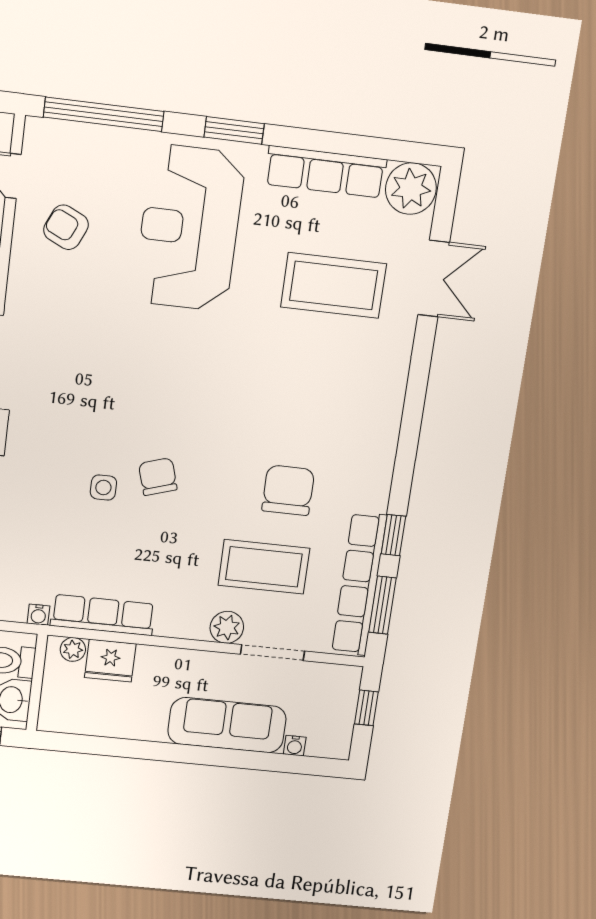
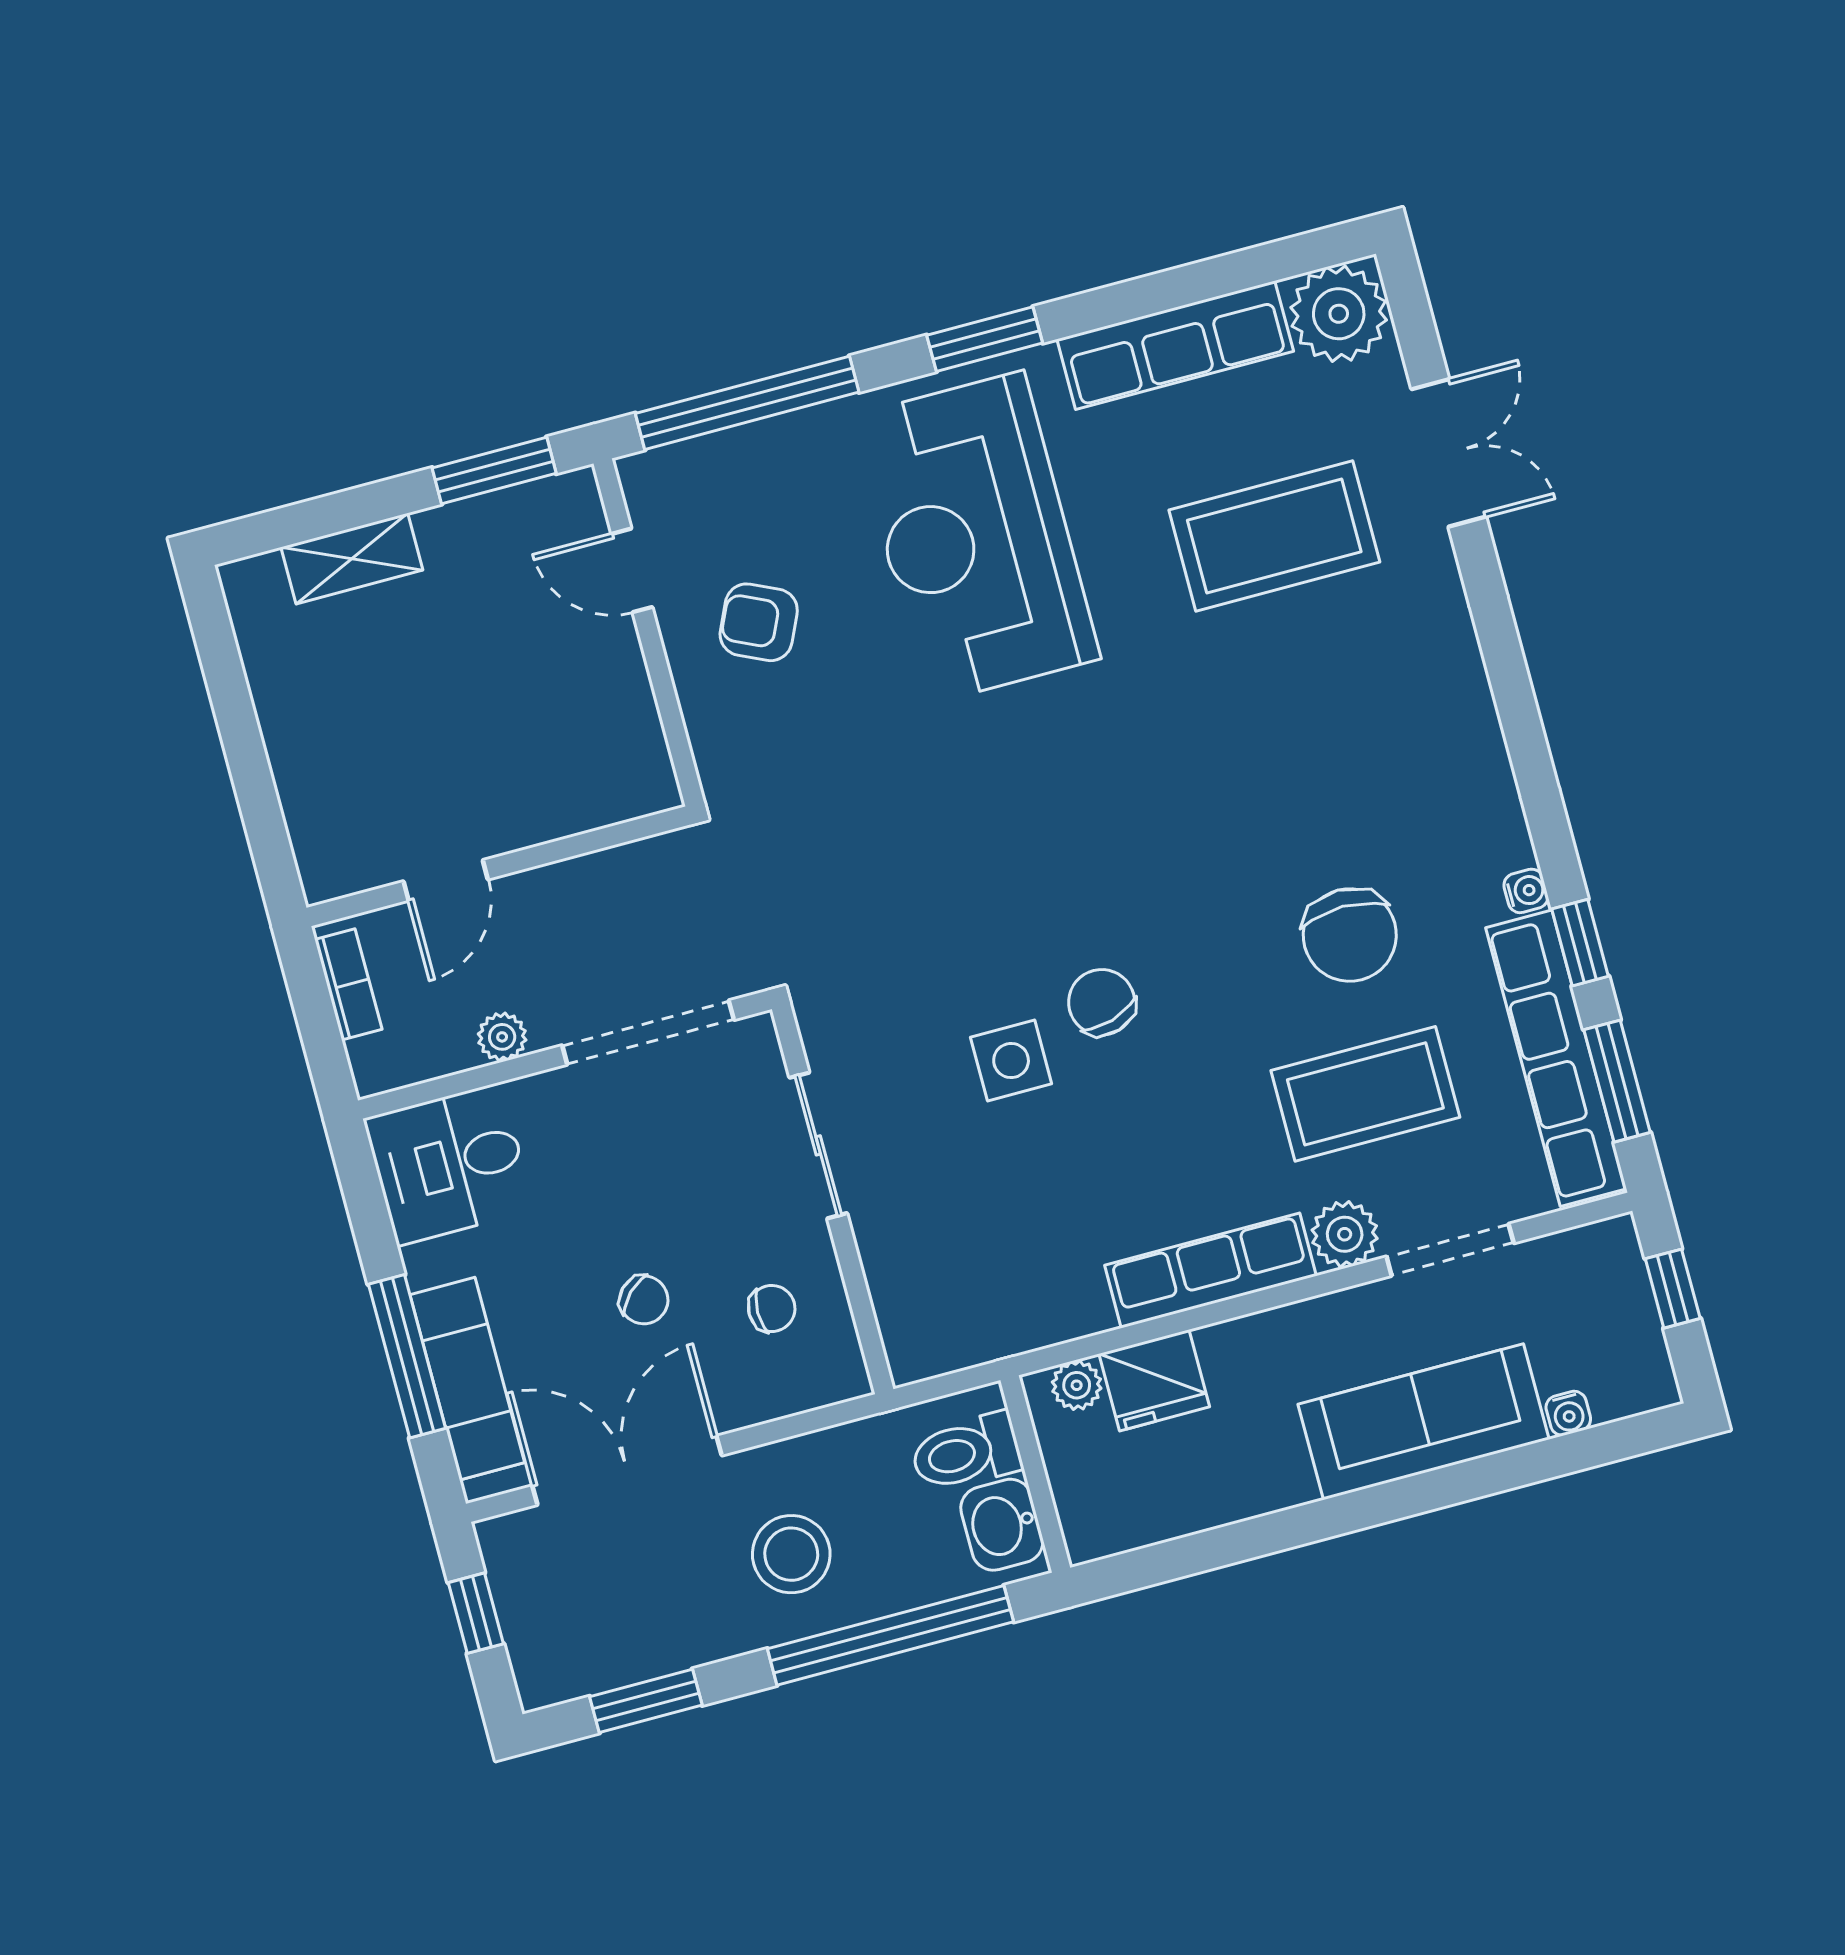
side table: (103, 488) -> (1011, 1061), width x1.37, depth x1.37
chair: (288, 490) -> (1350, 935), turned 180
water cooler: (38, 615) -> (1526, 891), moved, turned -90
row of seats: (103, 615) -> (1210, 1271), moved

